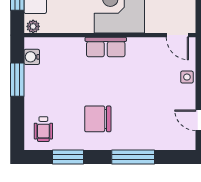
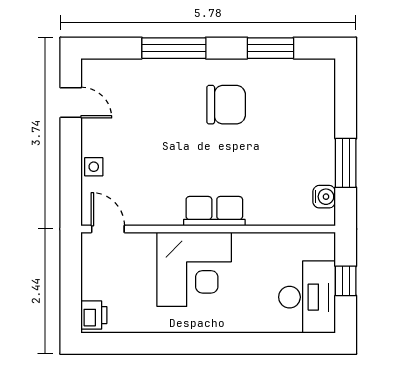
plant: (33, 26) -> (322, 242), removed
wheelchair: (43, 129) -> (307, 90), removed

